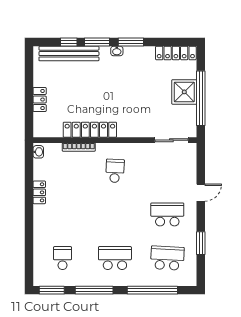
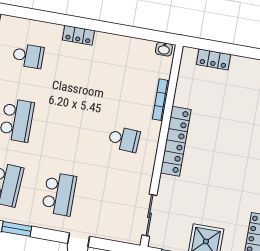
locker: (40, 100) -> (214, 59), moved
locker: (90, 130) -> (176, 141), moved
locker: (39, 192) -> (78, 35), moved

